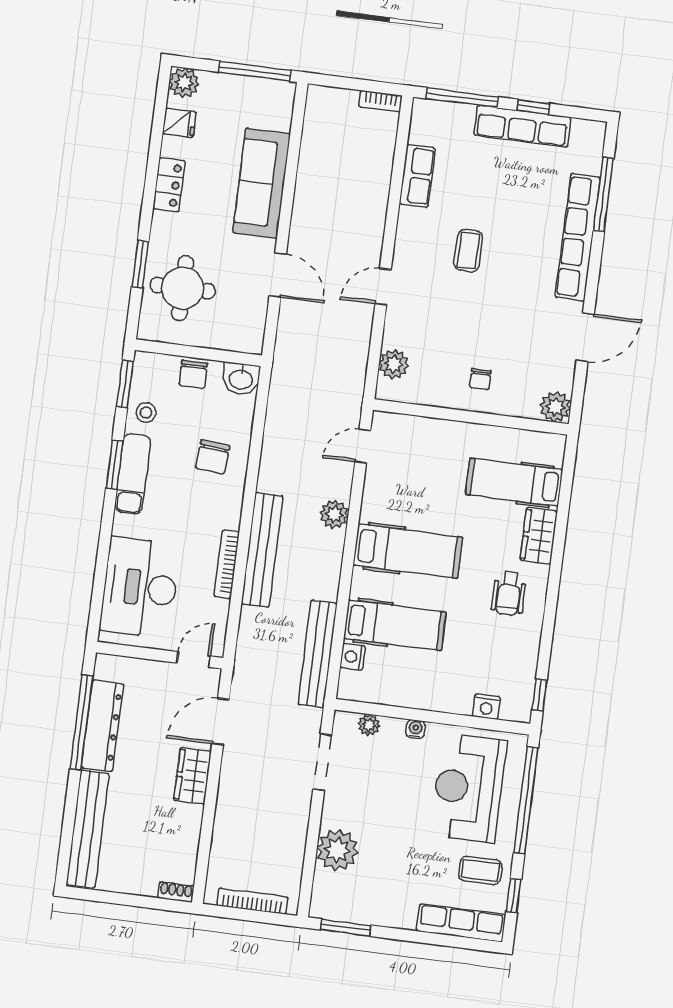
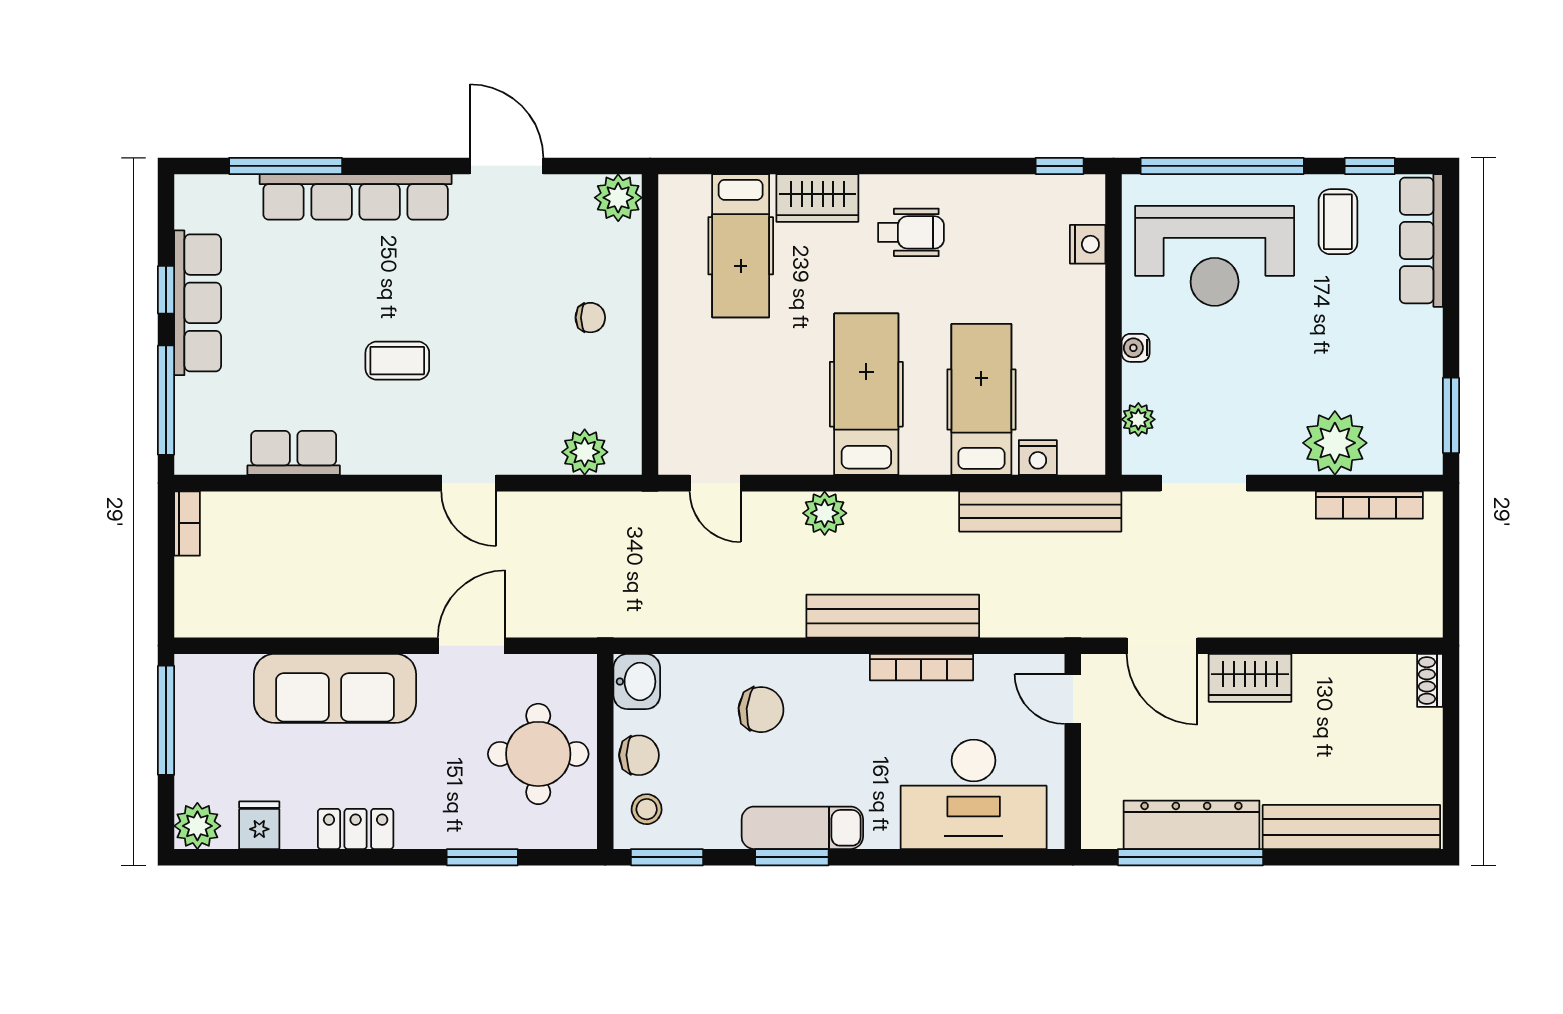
round table: (183, 288) -> (538, 754), moved
stool: (146, 412) -> (647, 809), moved
bookcase: (252, 901) -> (1369, 505), moved, turned -90

